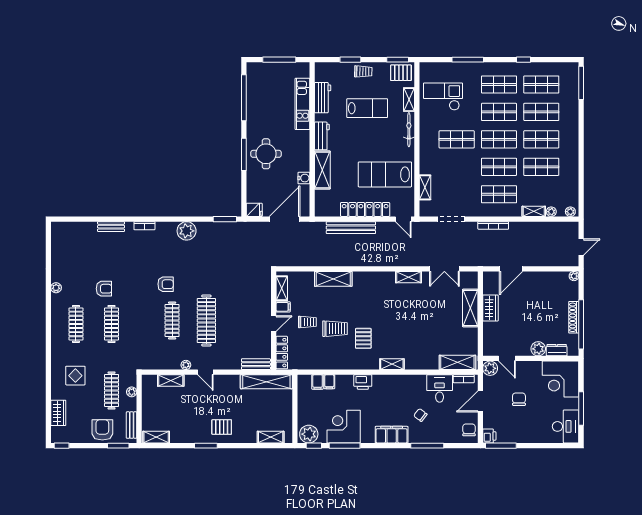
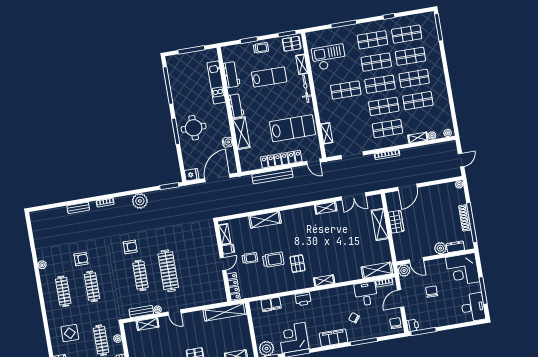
lab bench: (385, 174) -> (293, 128), turned 180
bench: (256, 364) -> (141, 312), moved

